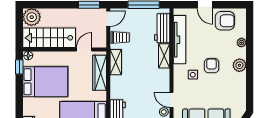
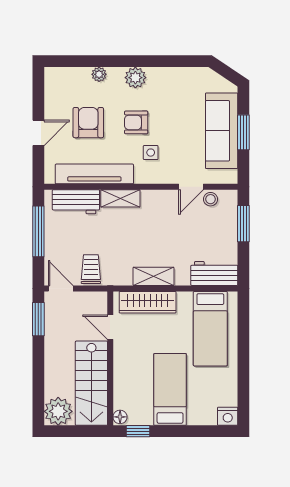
armchair: (225, 21) -> (88, 123), moved
shelving: (116, 62) -> (154, 276), moved
bed: (45, 82) -> (170, 389), width x0.67

